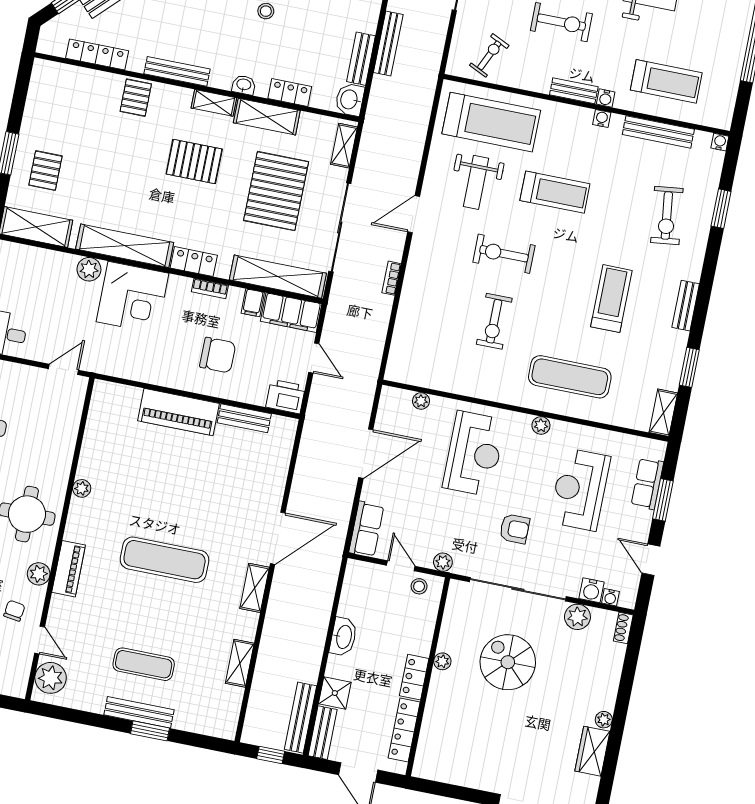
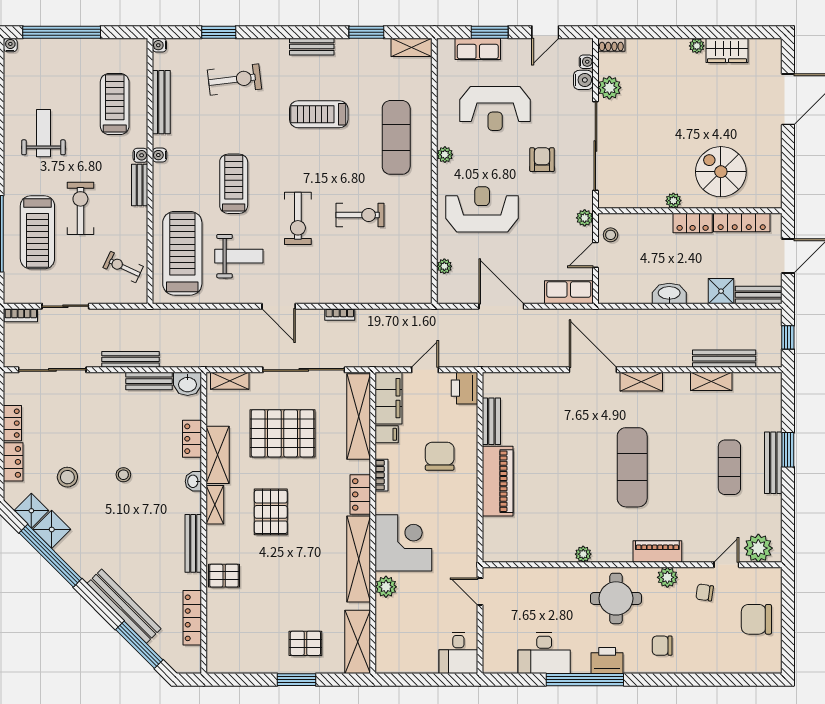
spiral stairs: (508, 662) -> (721, 172), moved, turned 90
bench: (301, 718) -> (724, 359), moved

